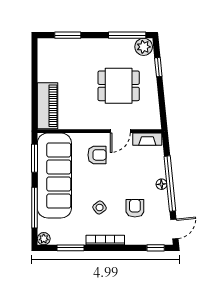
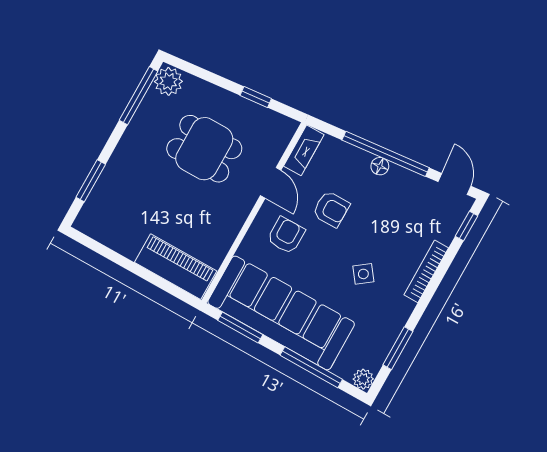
window: (158, 67) -> (256, 97), moved
dining table: (119, 86) -> (204, 149), turned 90
armchair: (135, 208) -> (331, 209), moved, turned 180
bookcase: (105, 240) -> (426, 271), moved

